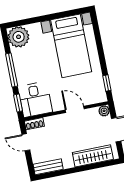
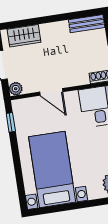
wardrobe: (93, 156) -> (24, 36), width x0.67

